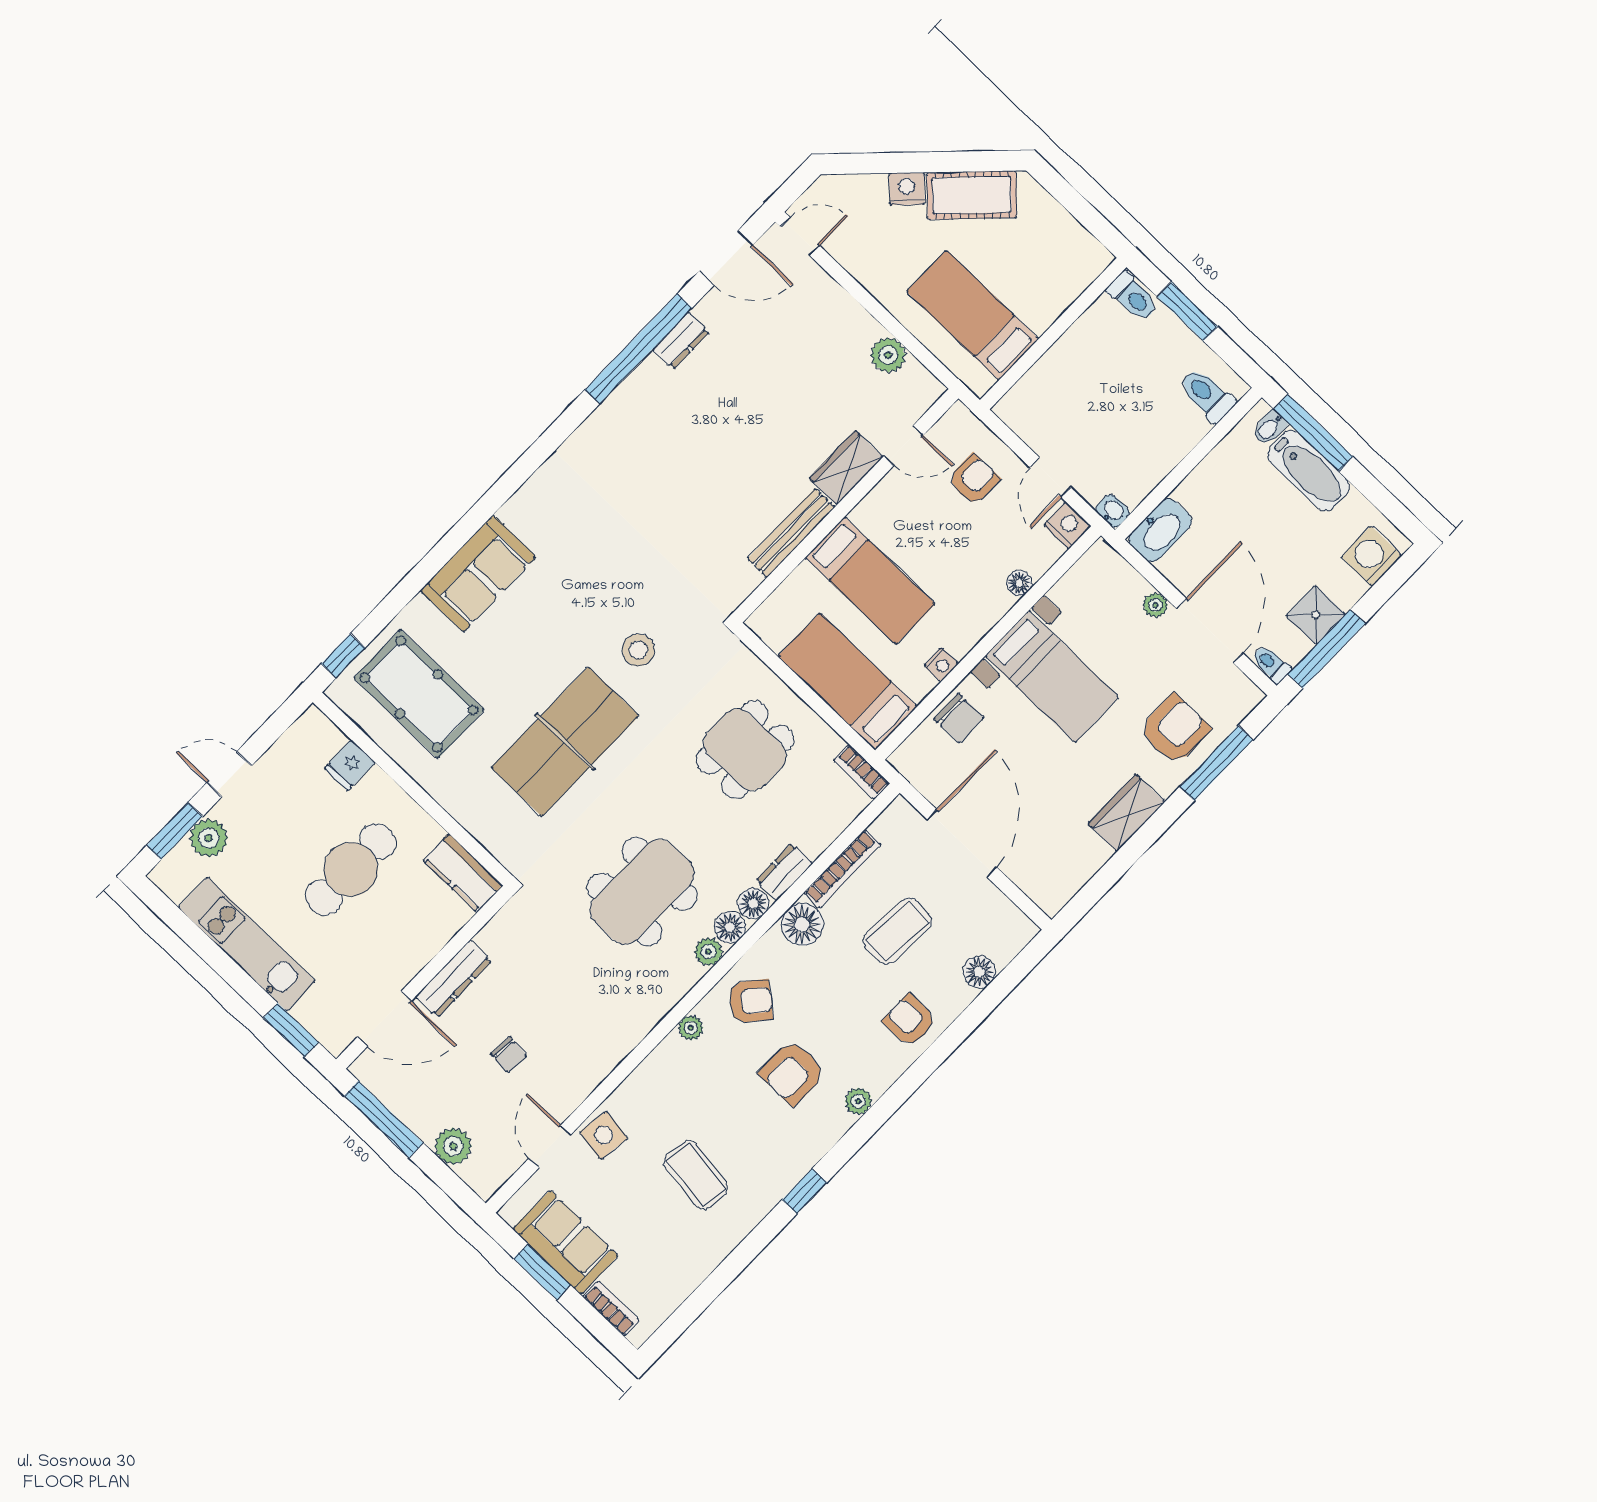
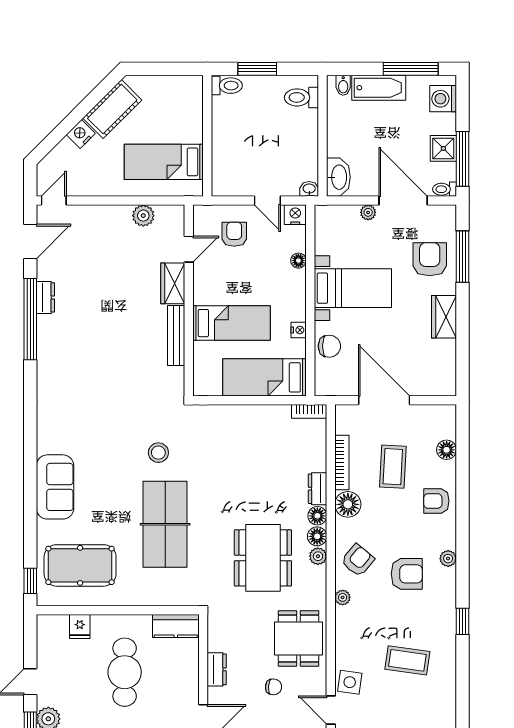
window: (1313, 433) -> (411, 69), moved
dining table: (745, 750) -> (298, 638), moved
dresser: (454, 979) -> (217, 669), width x0.70
armchair: (793, 1073) -> (407, 574), turned -90

